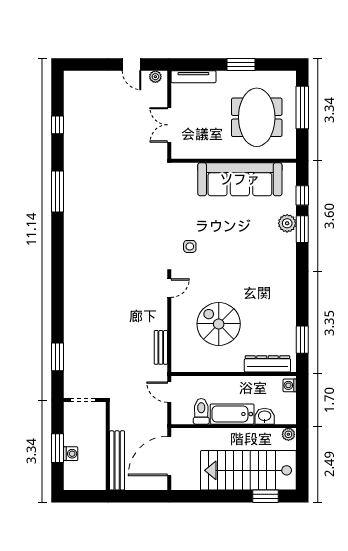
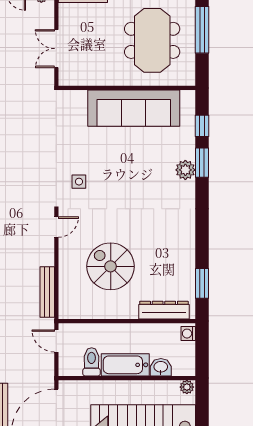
plant: (287, 223) -> (185, 170), moved
bench: (161, 347) -> (47, 292), width x1.36

